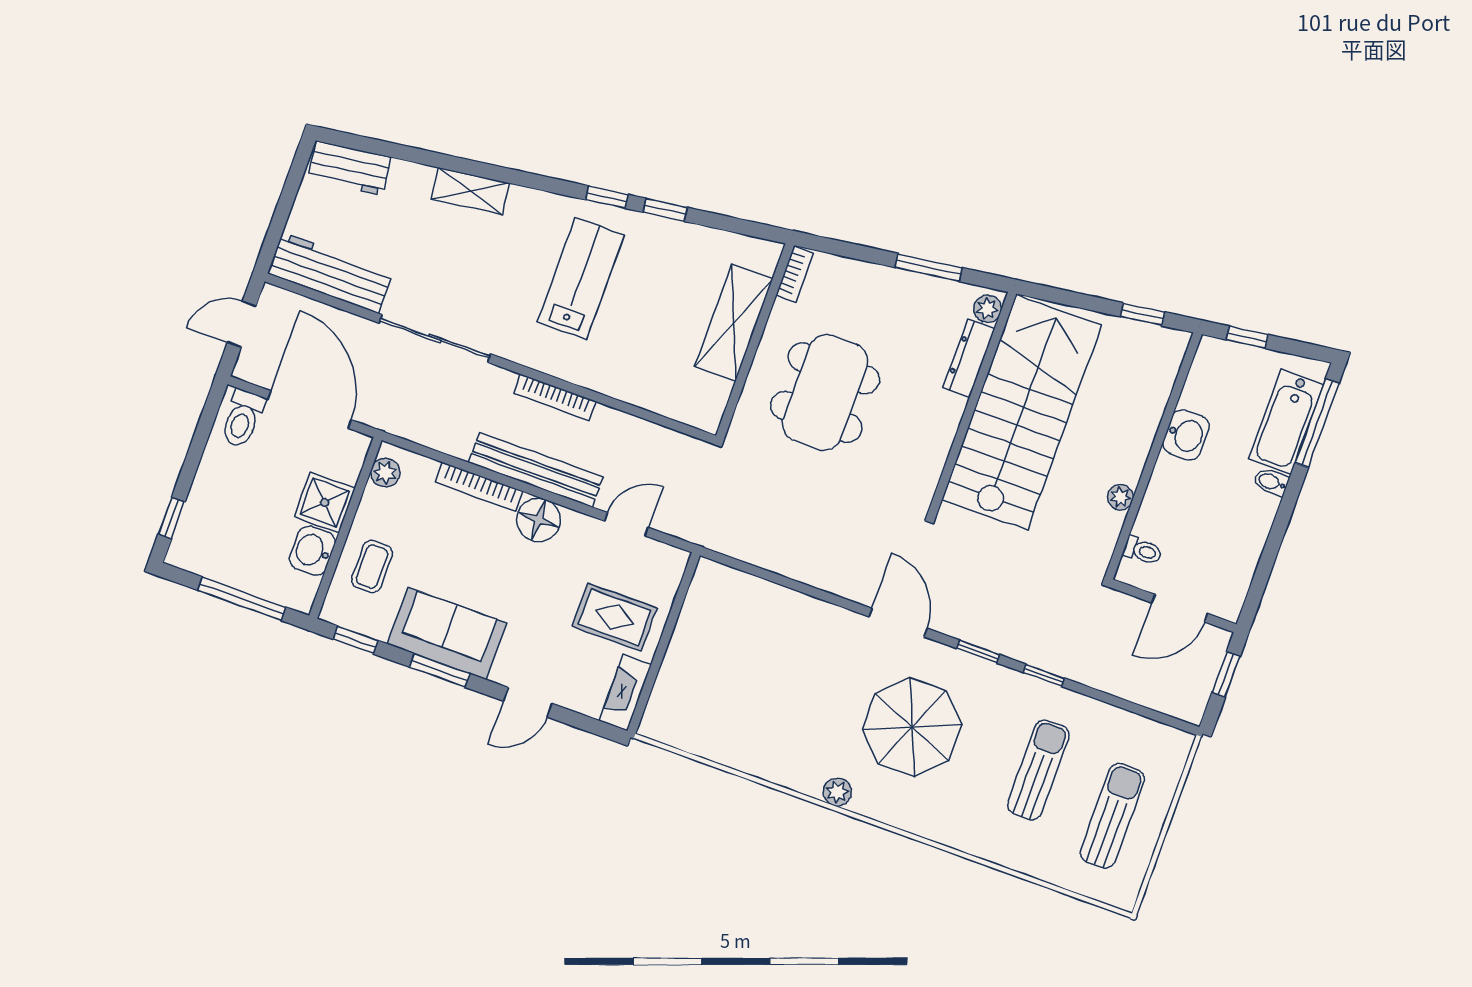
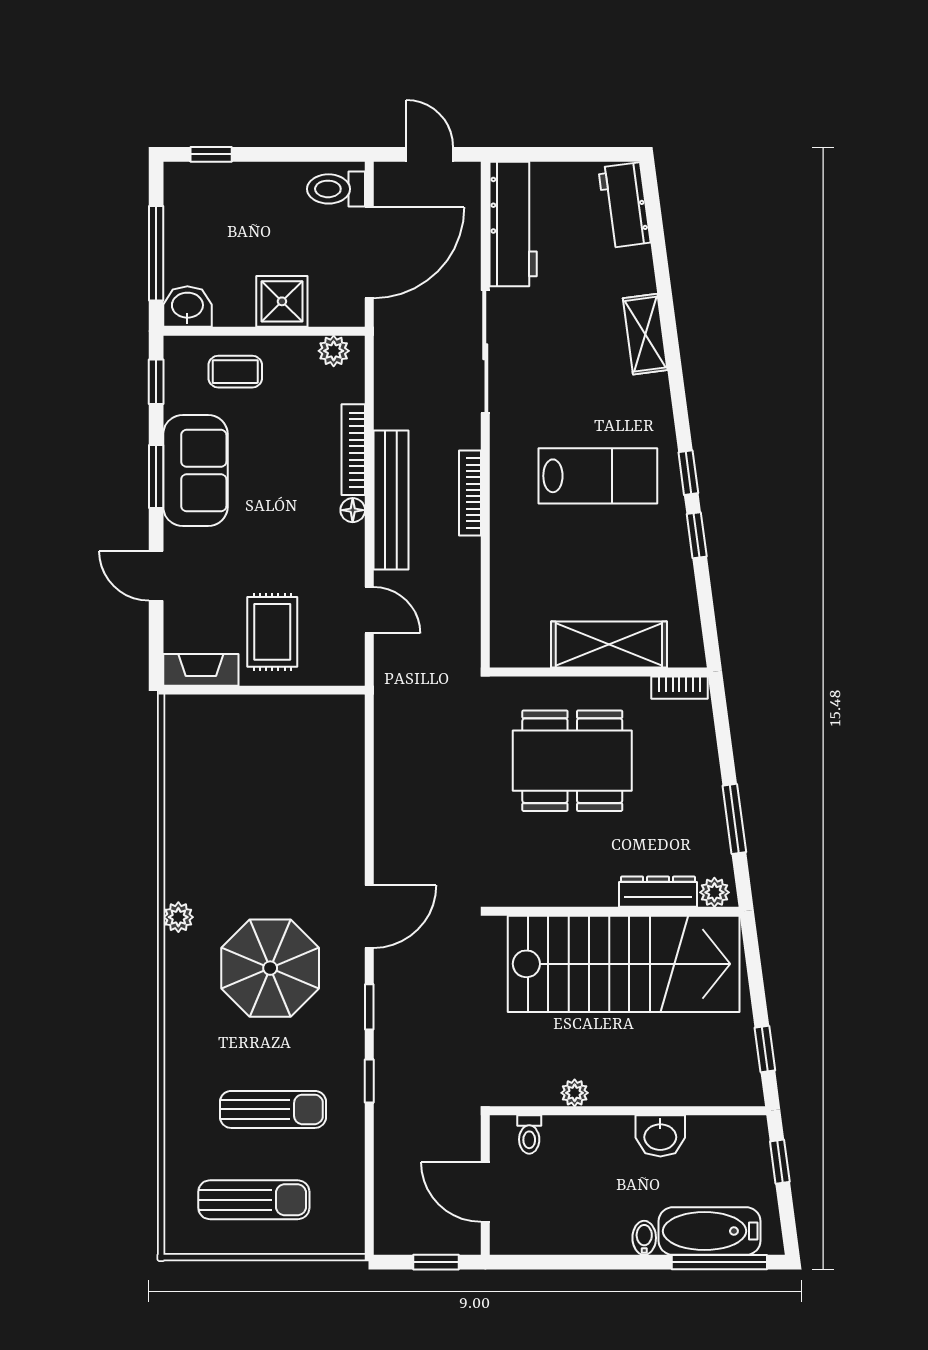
floor lamp: (539, 520) -> (353, 510), width x0.53, depth x0.53
washbasin: (312, 551) -> (187, 306), moved

